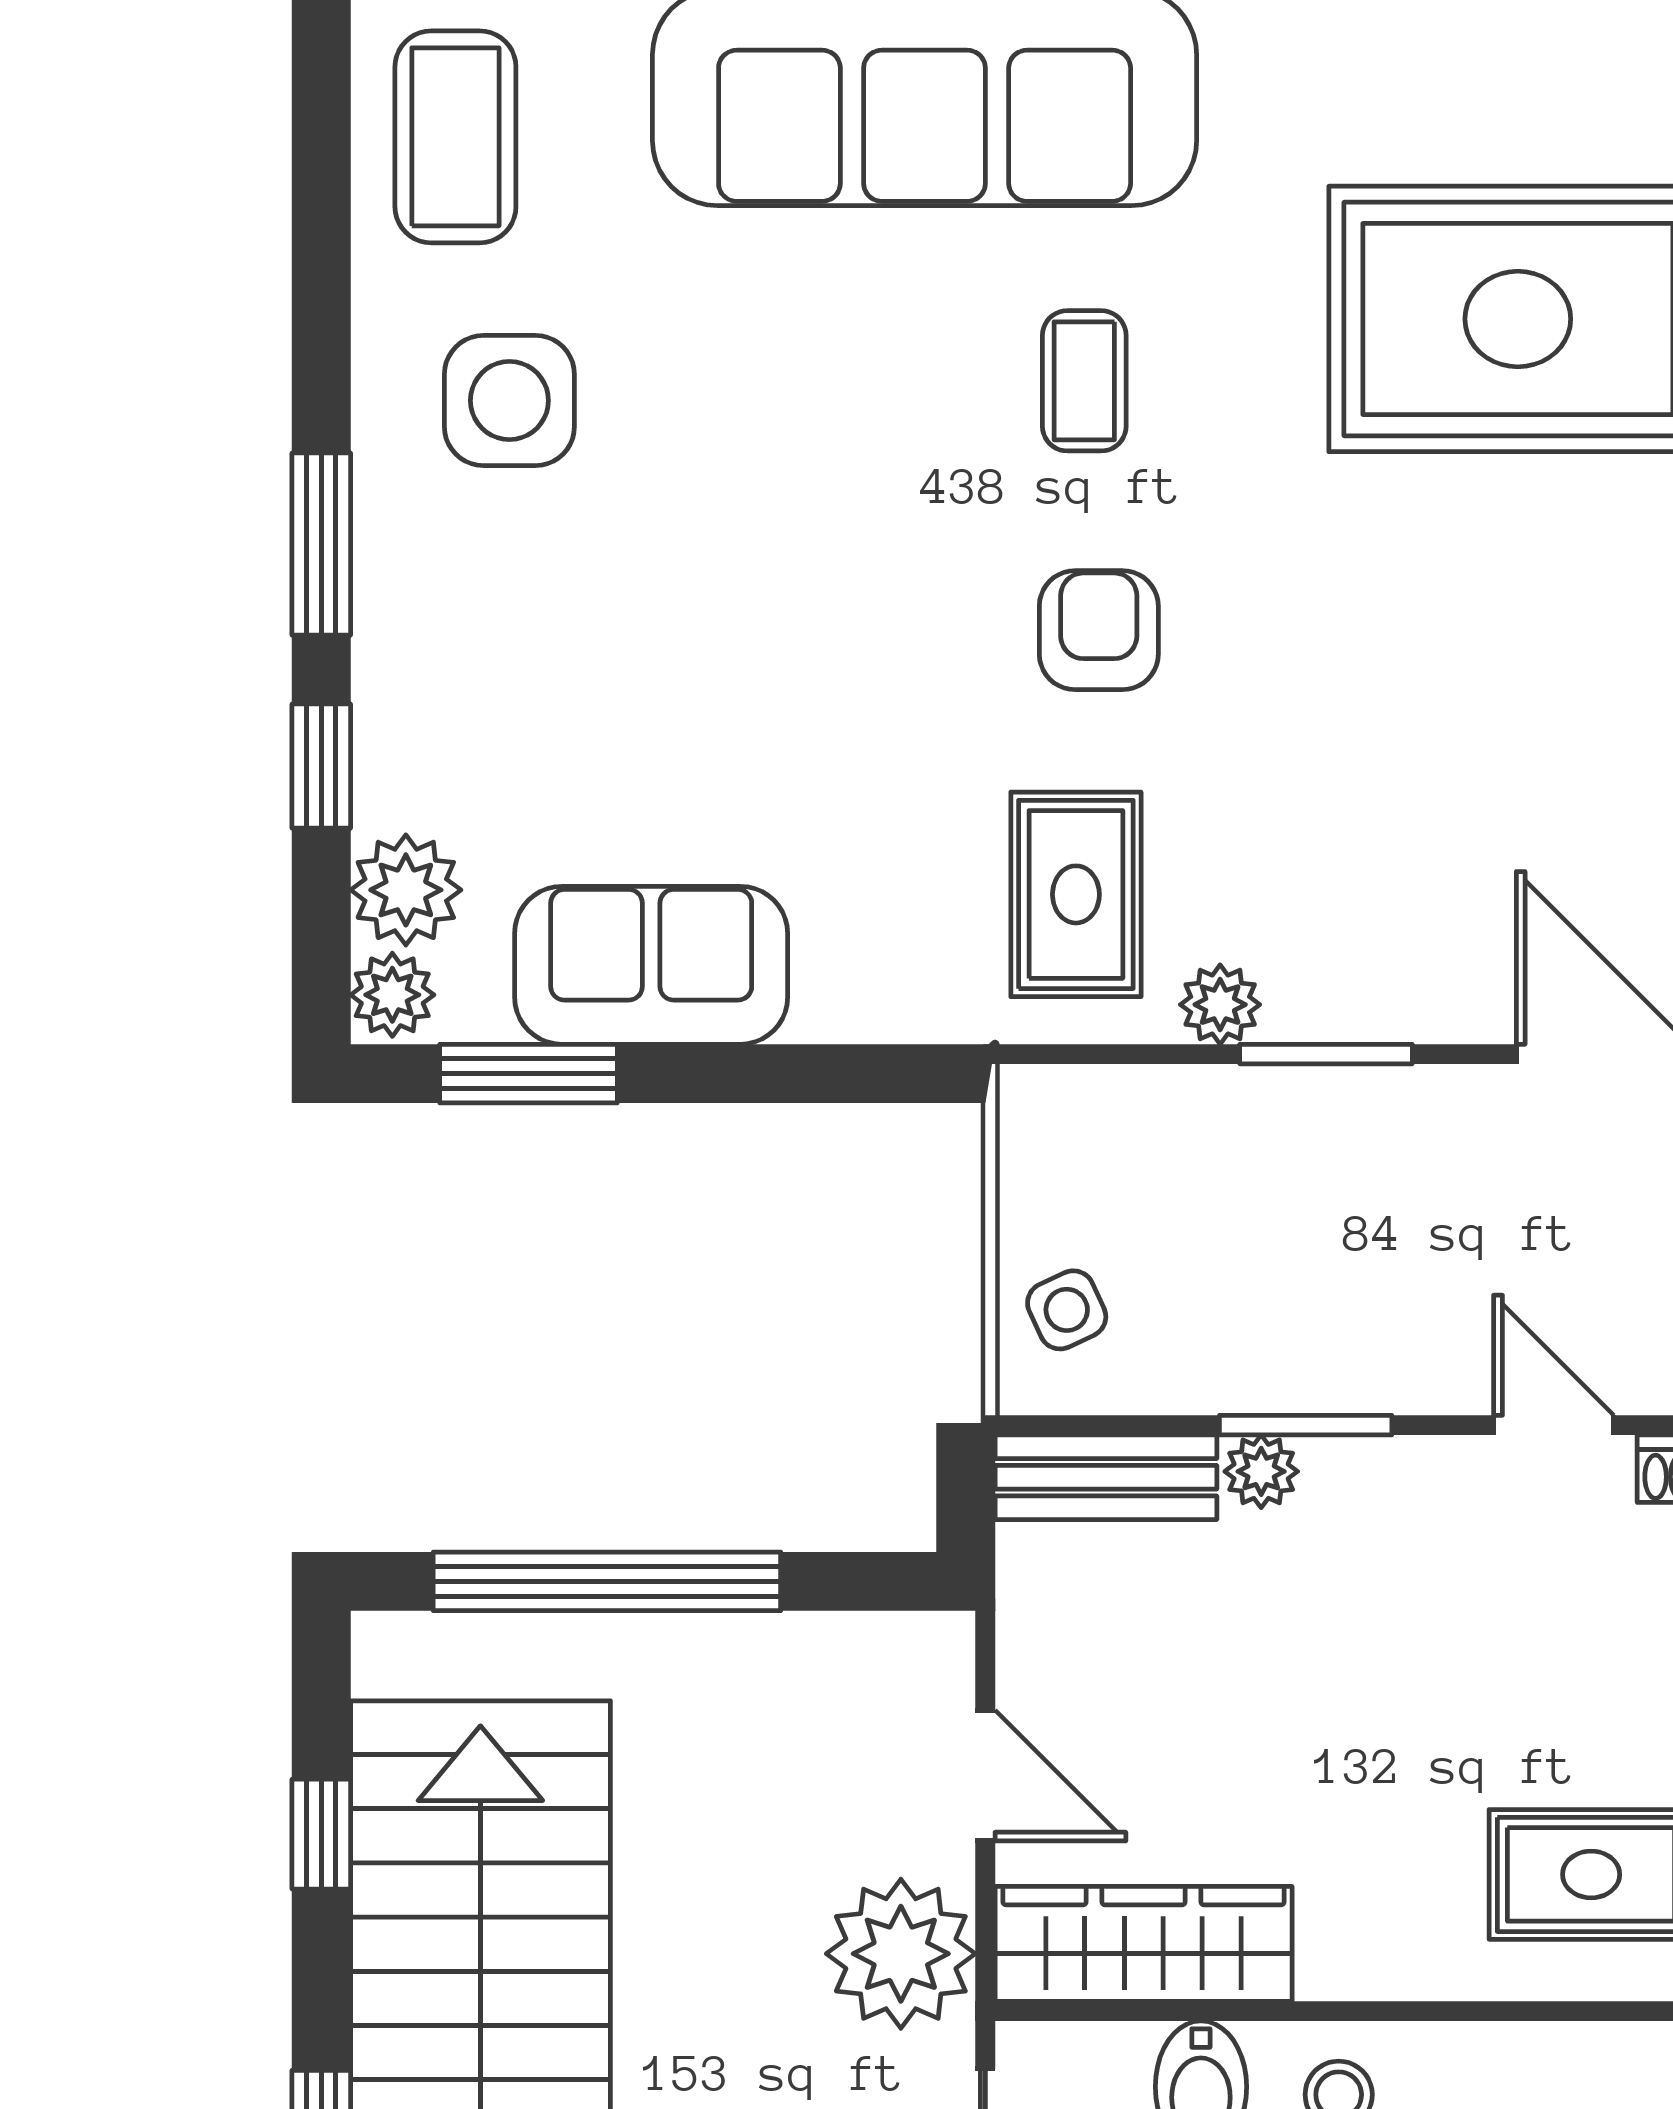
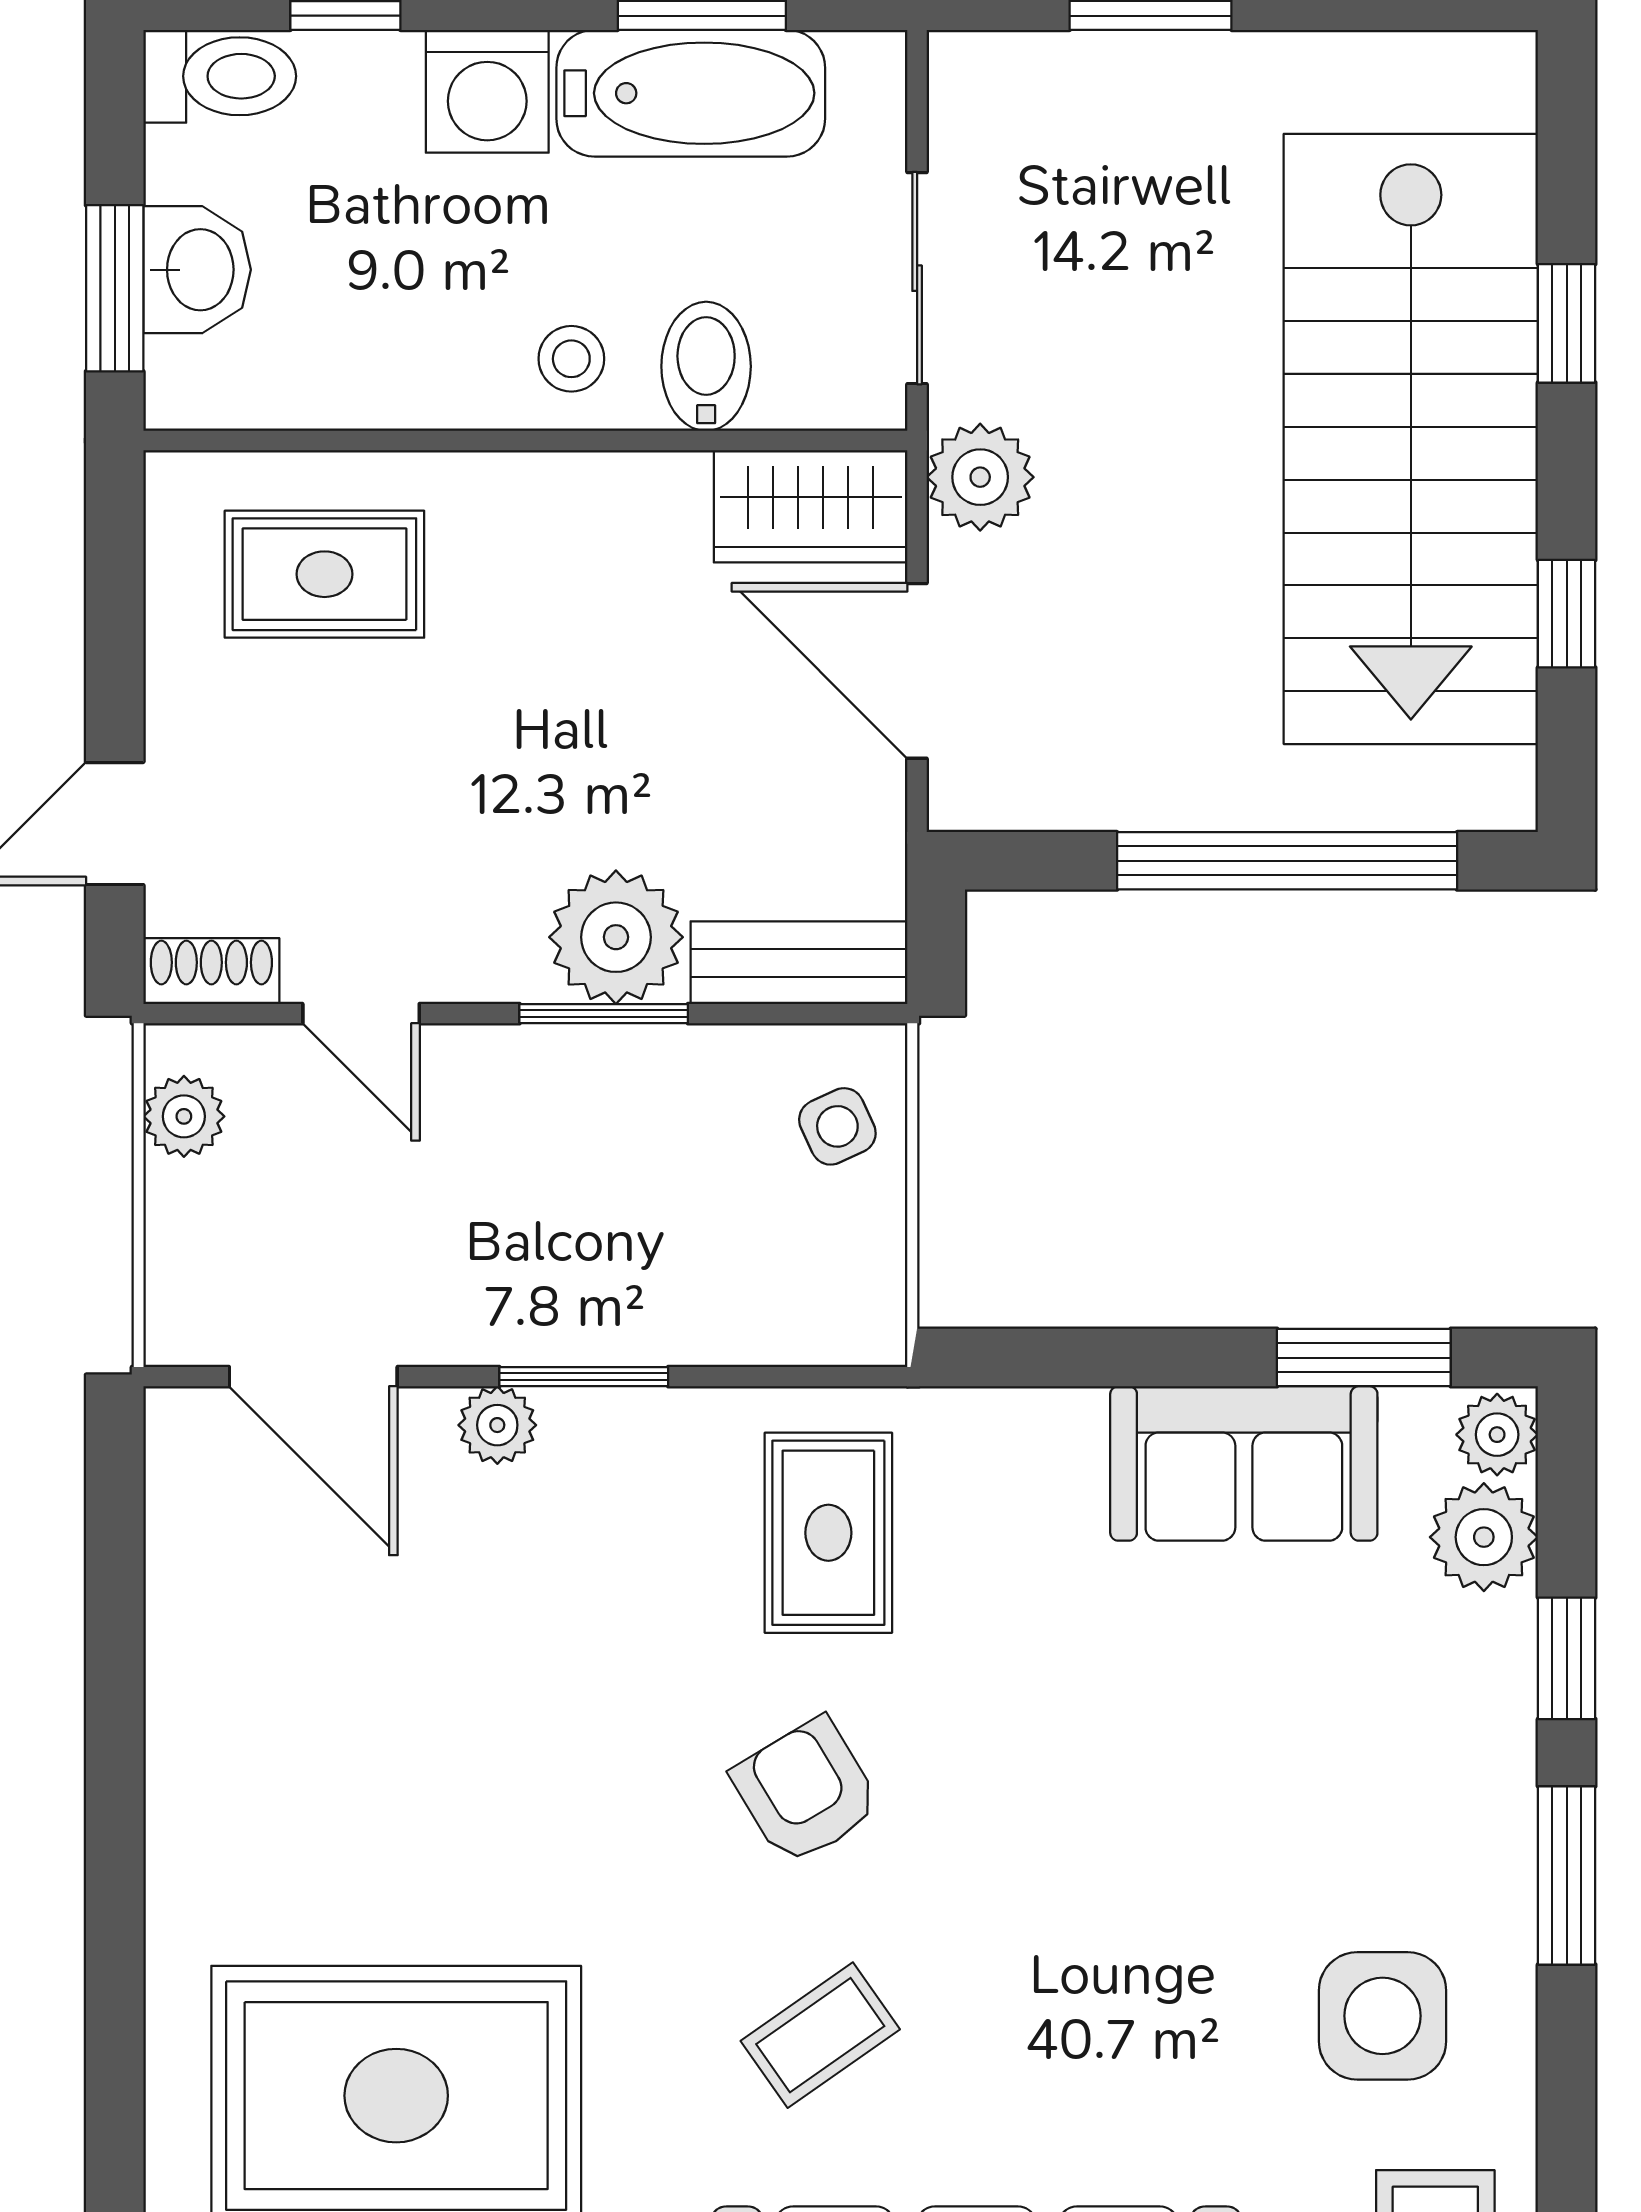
coffee table: (1084, 381) -> (820, 2035), turned 55
armchair: (1099, 630) -> (806, 1791), turned 149
plant: (1220, 1005) -> (497, 1425), moved
plant: (1261, 1471) -> (616, 937), width x1.87, depth x1.87
door: (985, 1776) -> (917, 671), width x1.38
wardrobe: (1144, 1944) -> (811, 506), width x0.67
plant: (901, 1954) -> (980, 477), width x0.73, depth x0.73

